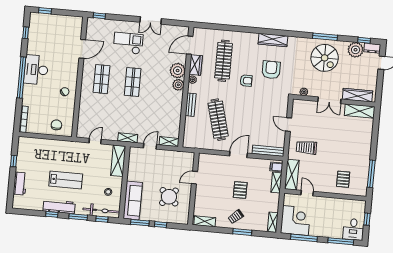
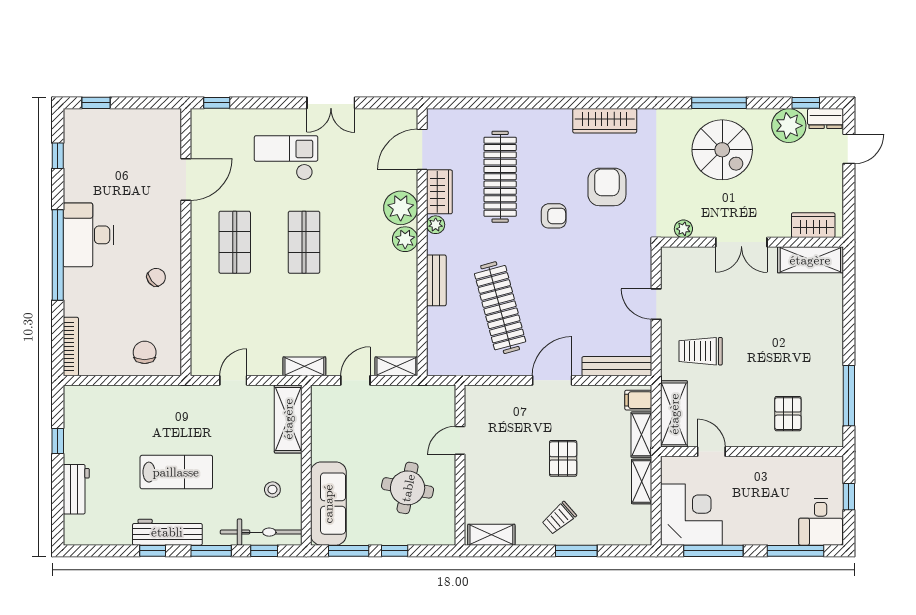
wardrobe: (357, 95) -> (813, 225), width x0.67
round table: (169, 197) -> (408, 488), turned -31
shelving: (273, 222) -> (642, 481), moved

